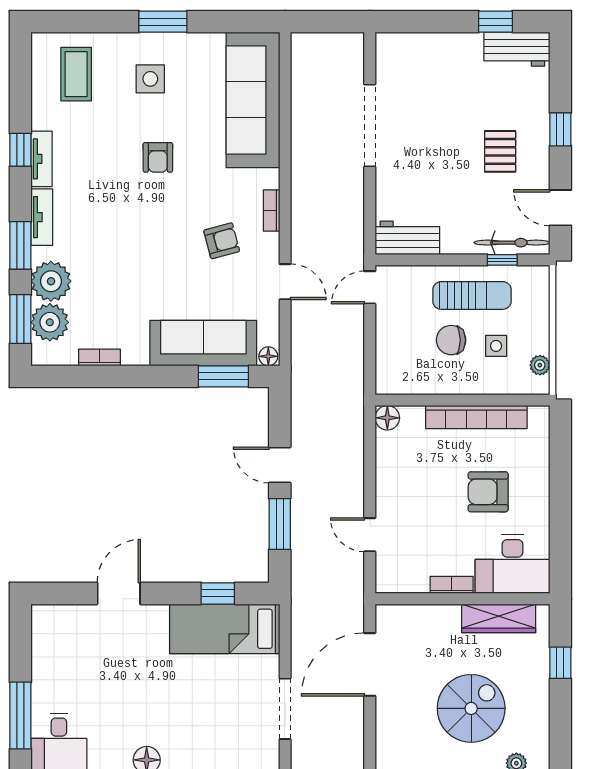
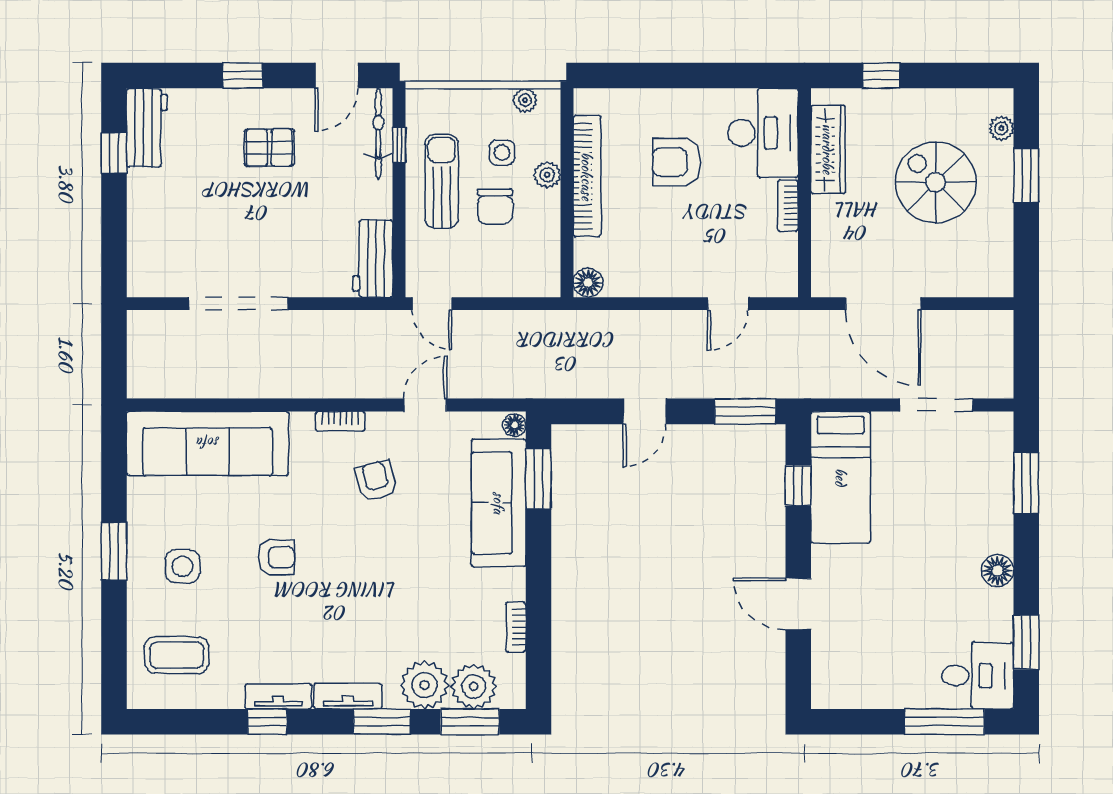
plant: (477, 384) -> (547, 175), added
armchair: (488, 492) -> (677, 162), turned 90
window: (280, 524) -> (745, 411), moved

